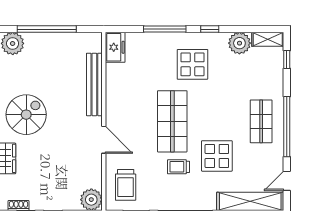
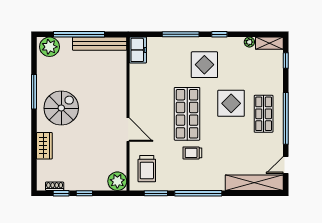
plant: (239, 43) -> (249, 42), width x0.53, depth x0.53
bench: (94, 84) -> (100, 44), moved, turned 90
display table: (217, 156) -> (231, 103), moved

